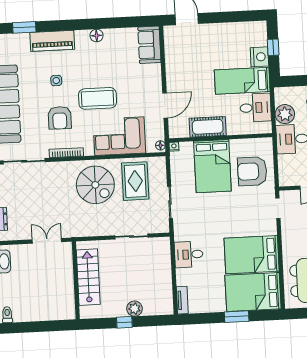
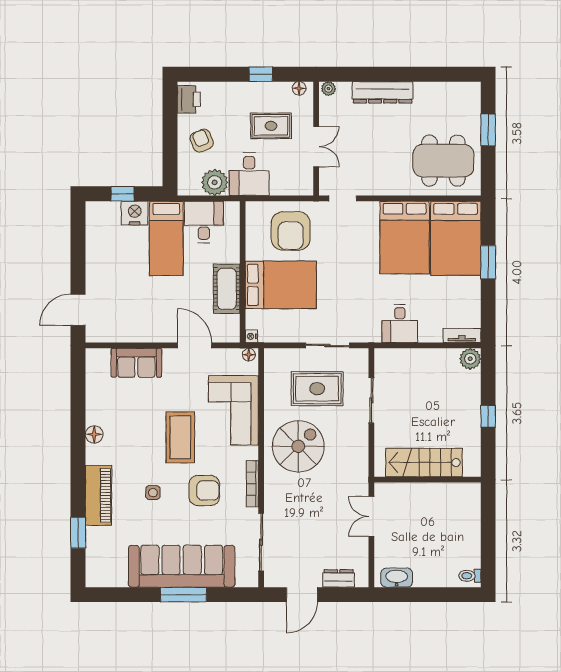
sofa: (149, 45) -> (136, 363), moved
rug: (135, 181) -> (317, 389), moved
plant: (135, 309) -> (470, 359), moved

